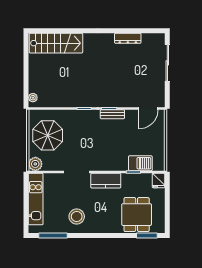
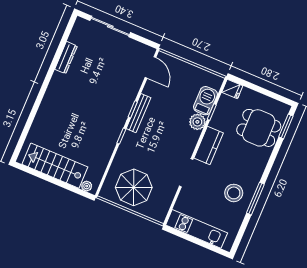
stairs: (56, 43) -> (55, 166), moved, turned -90
bench: (112, 114) -> (138, 113), width x1.36
plant: (35, 164) -> (197, 122), moved
window: (53, 236) -> (255, 199), moved

